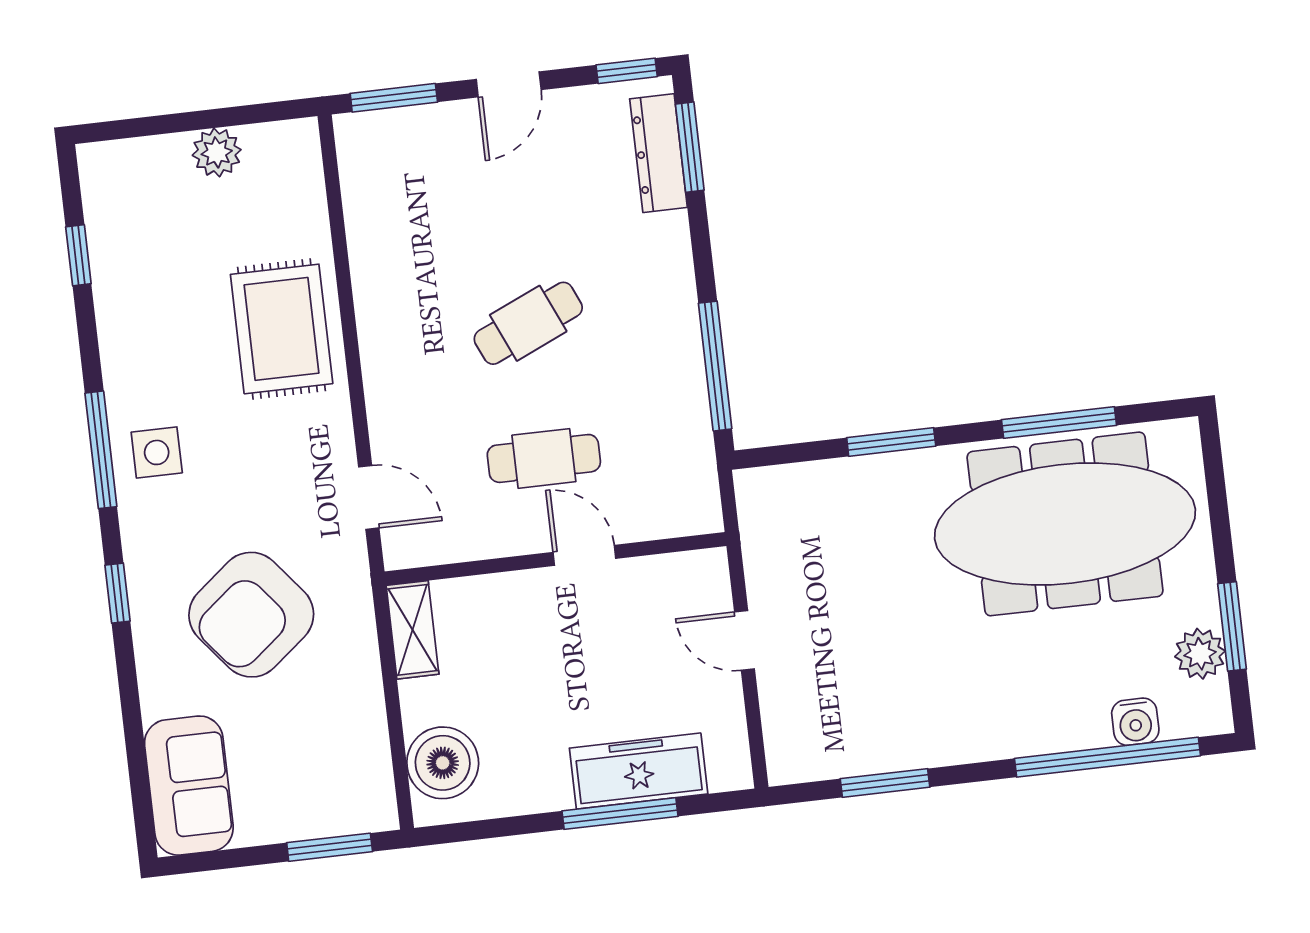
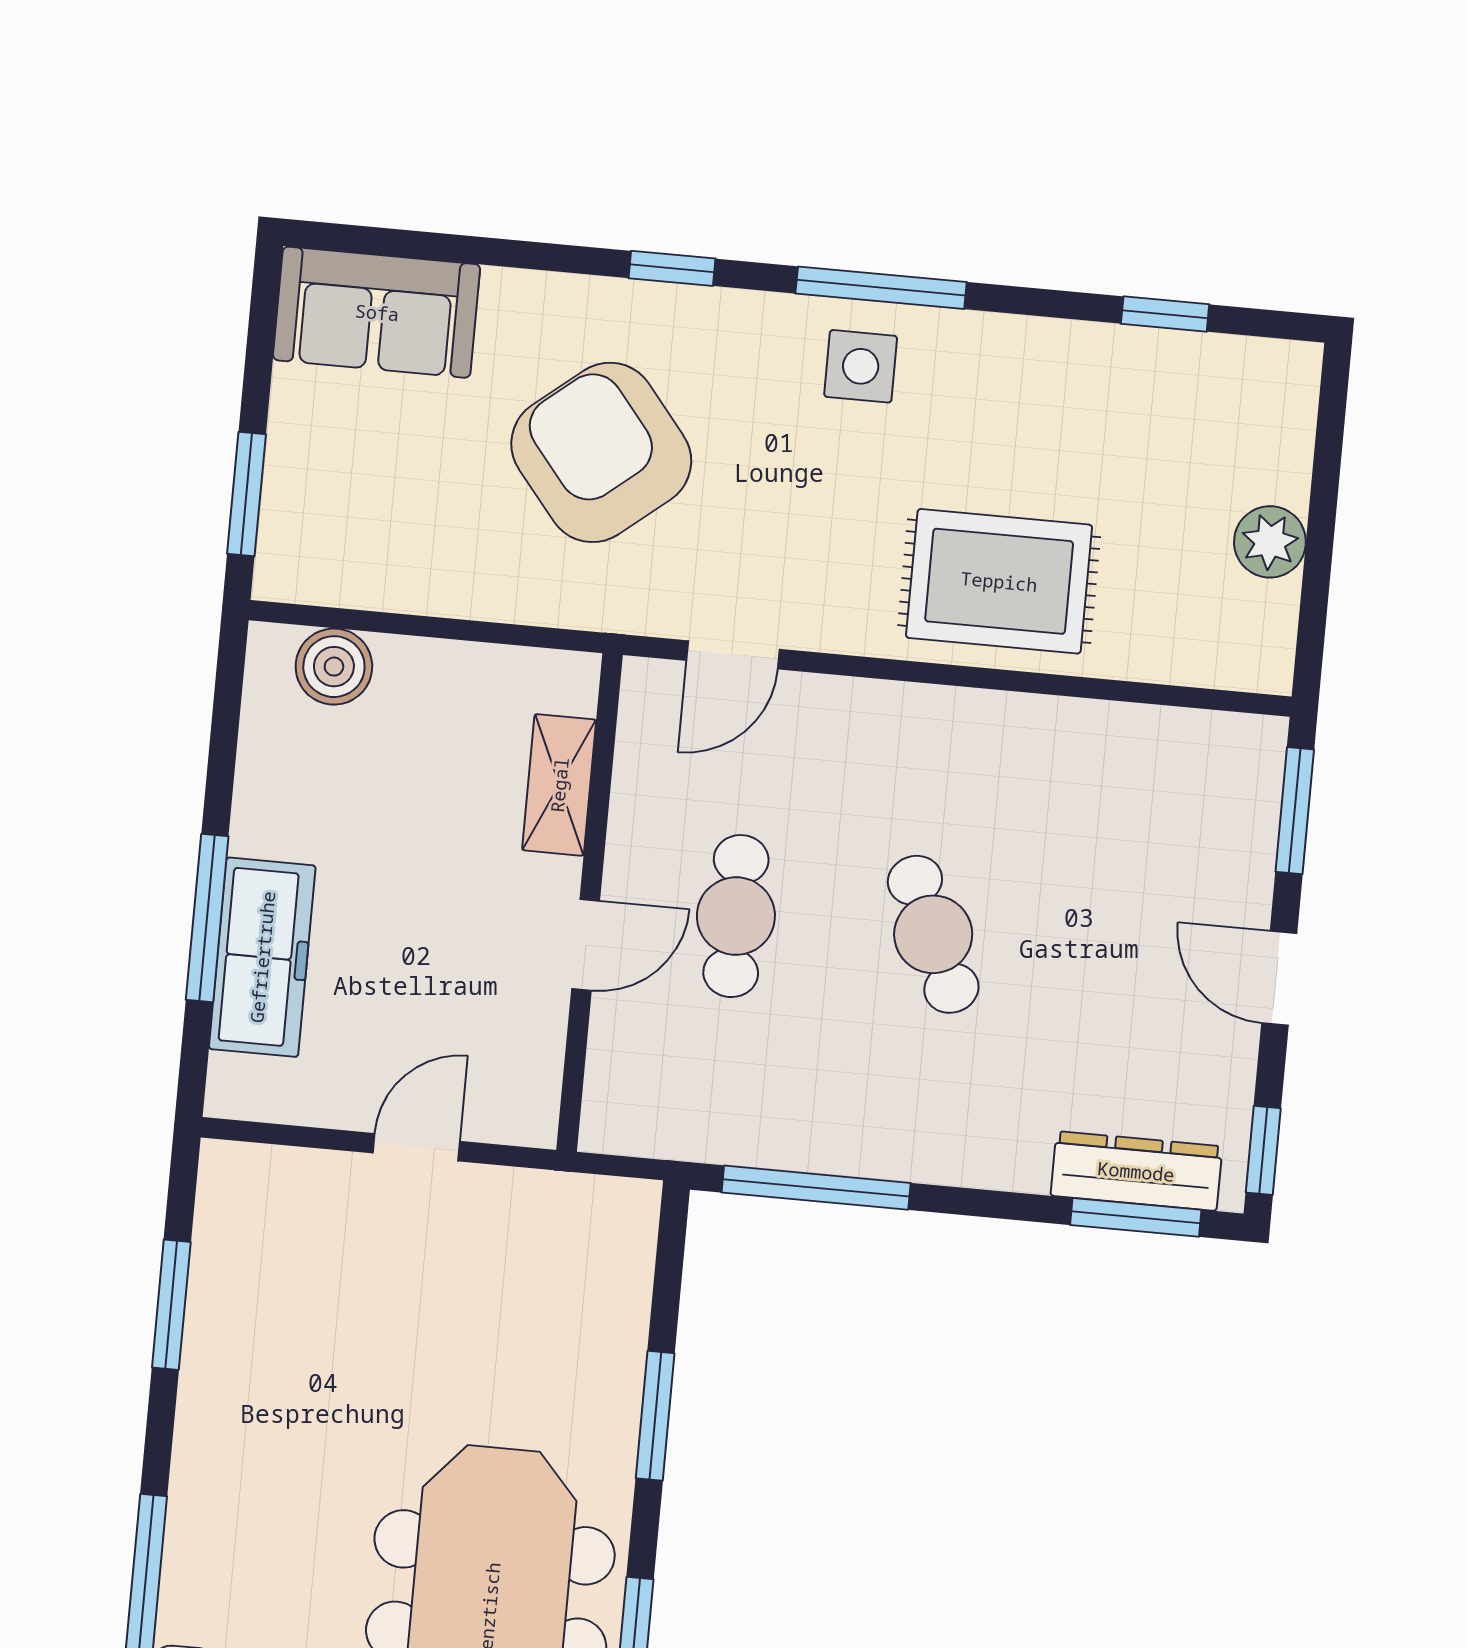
shelving: (412, 630) -> (559, 785), moved, turned 90
boiler: (443, 763) -> (334, 667), width x0.73, depth x0.73

